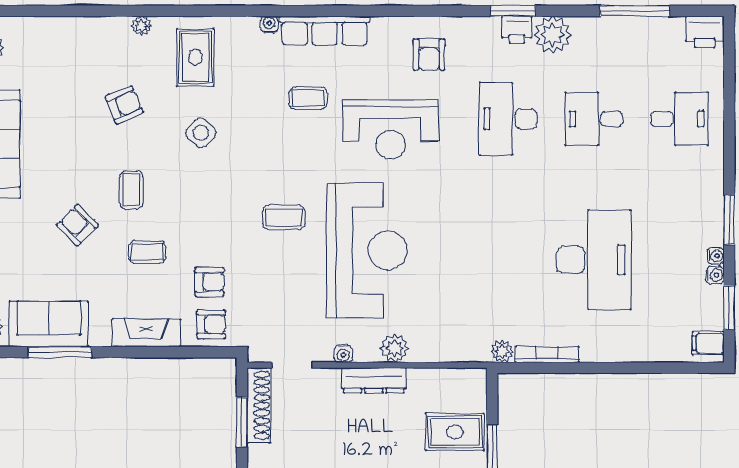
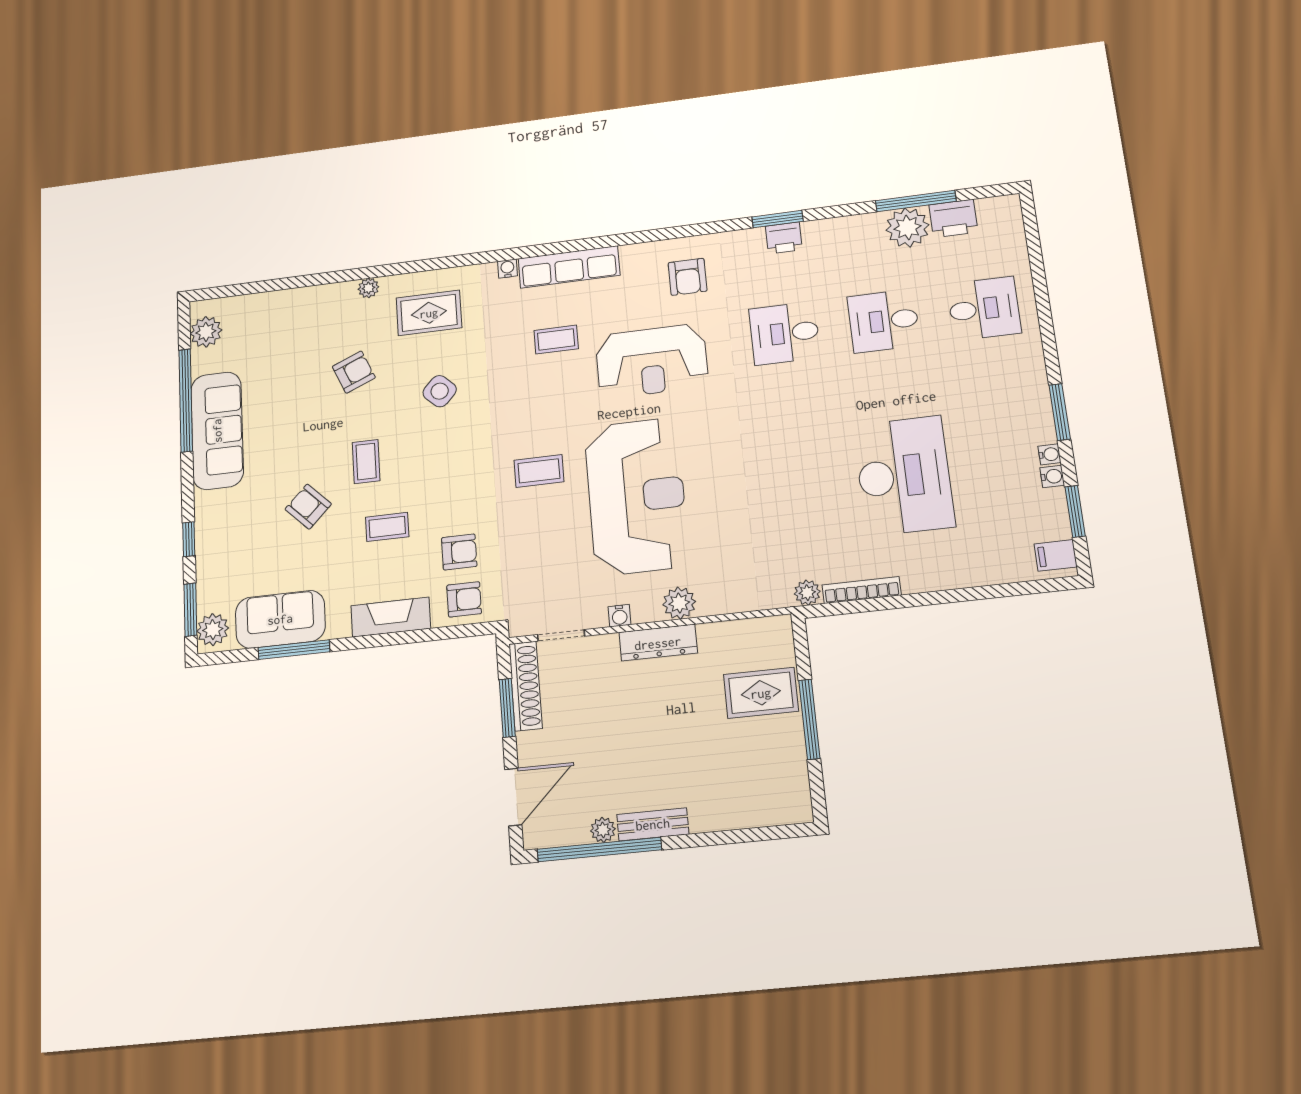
printer: (705, 32) -> (953, 218), moved
plant: (553, 35) -> (907, 228), moved
rug: (195, 57) -> (429, 313), turned 90
desk: (508, 119) -> (785, 333), width x0.73

